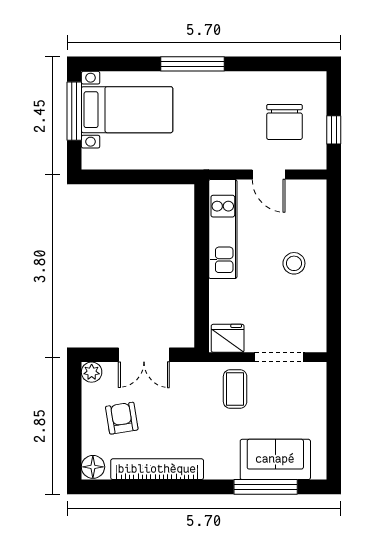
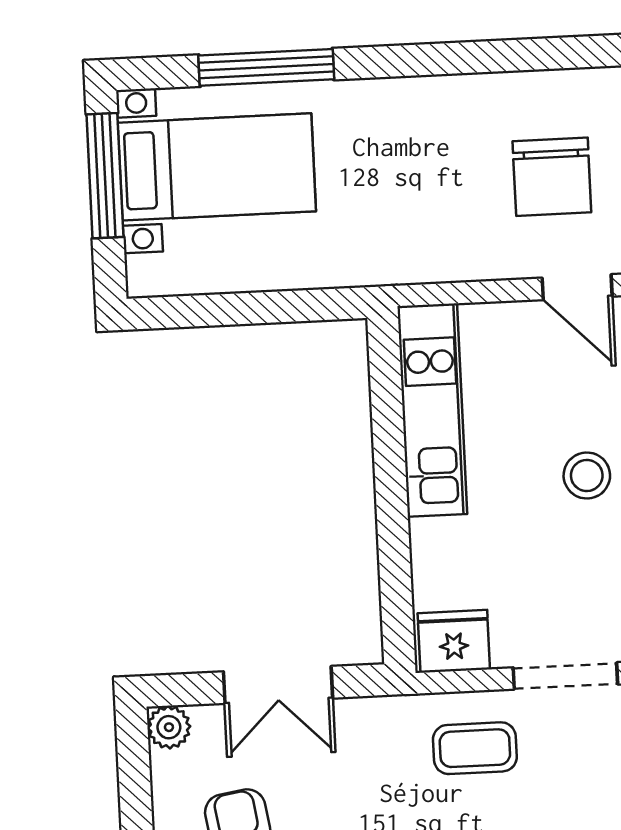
window: (192, 64) -> (266, 67), moved
door: (269, 174) -> (577, 287), moved
coffee table: (235, 389) -> (475, 748), turned 90

